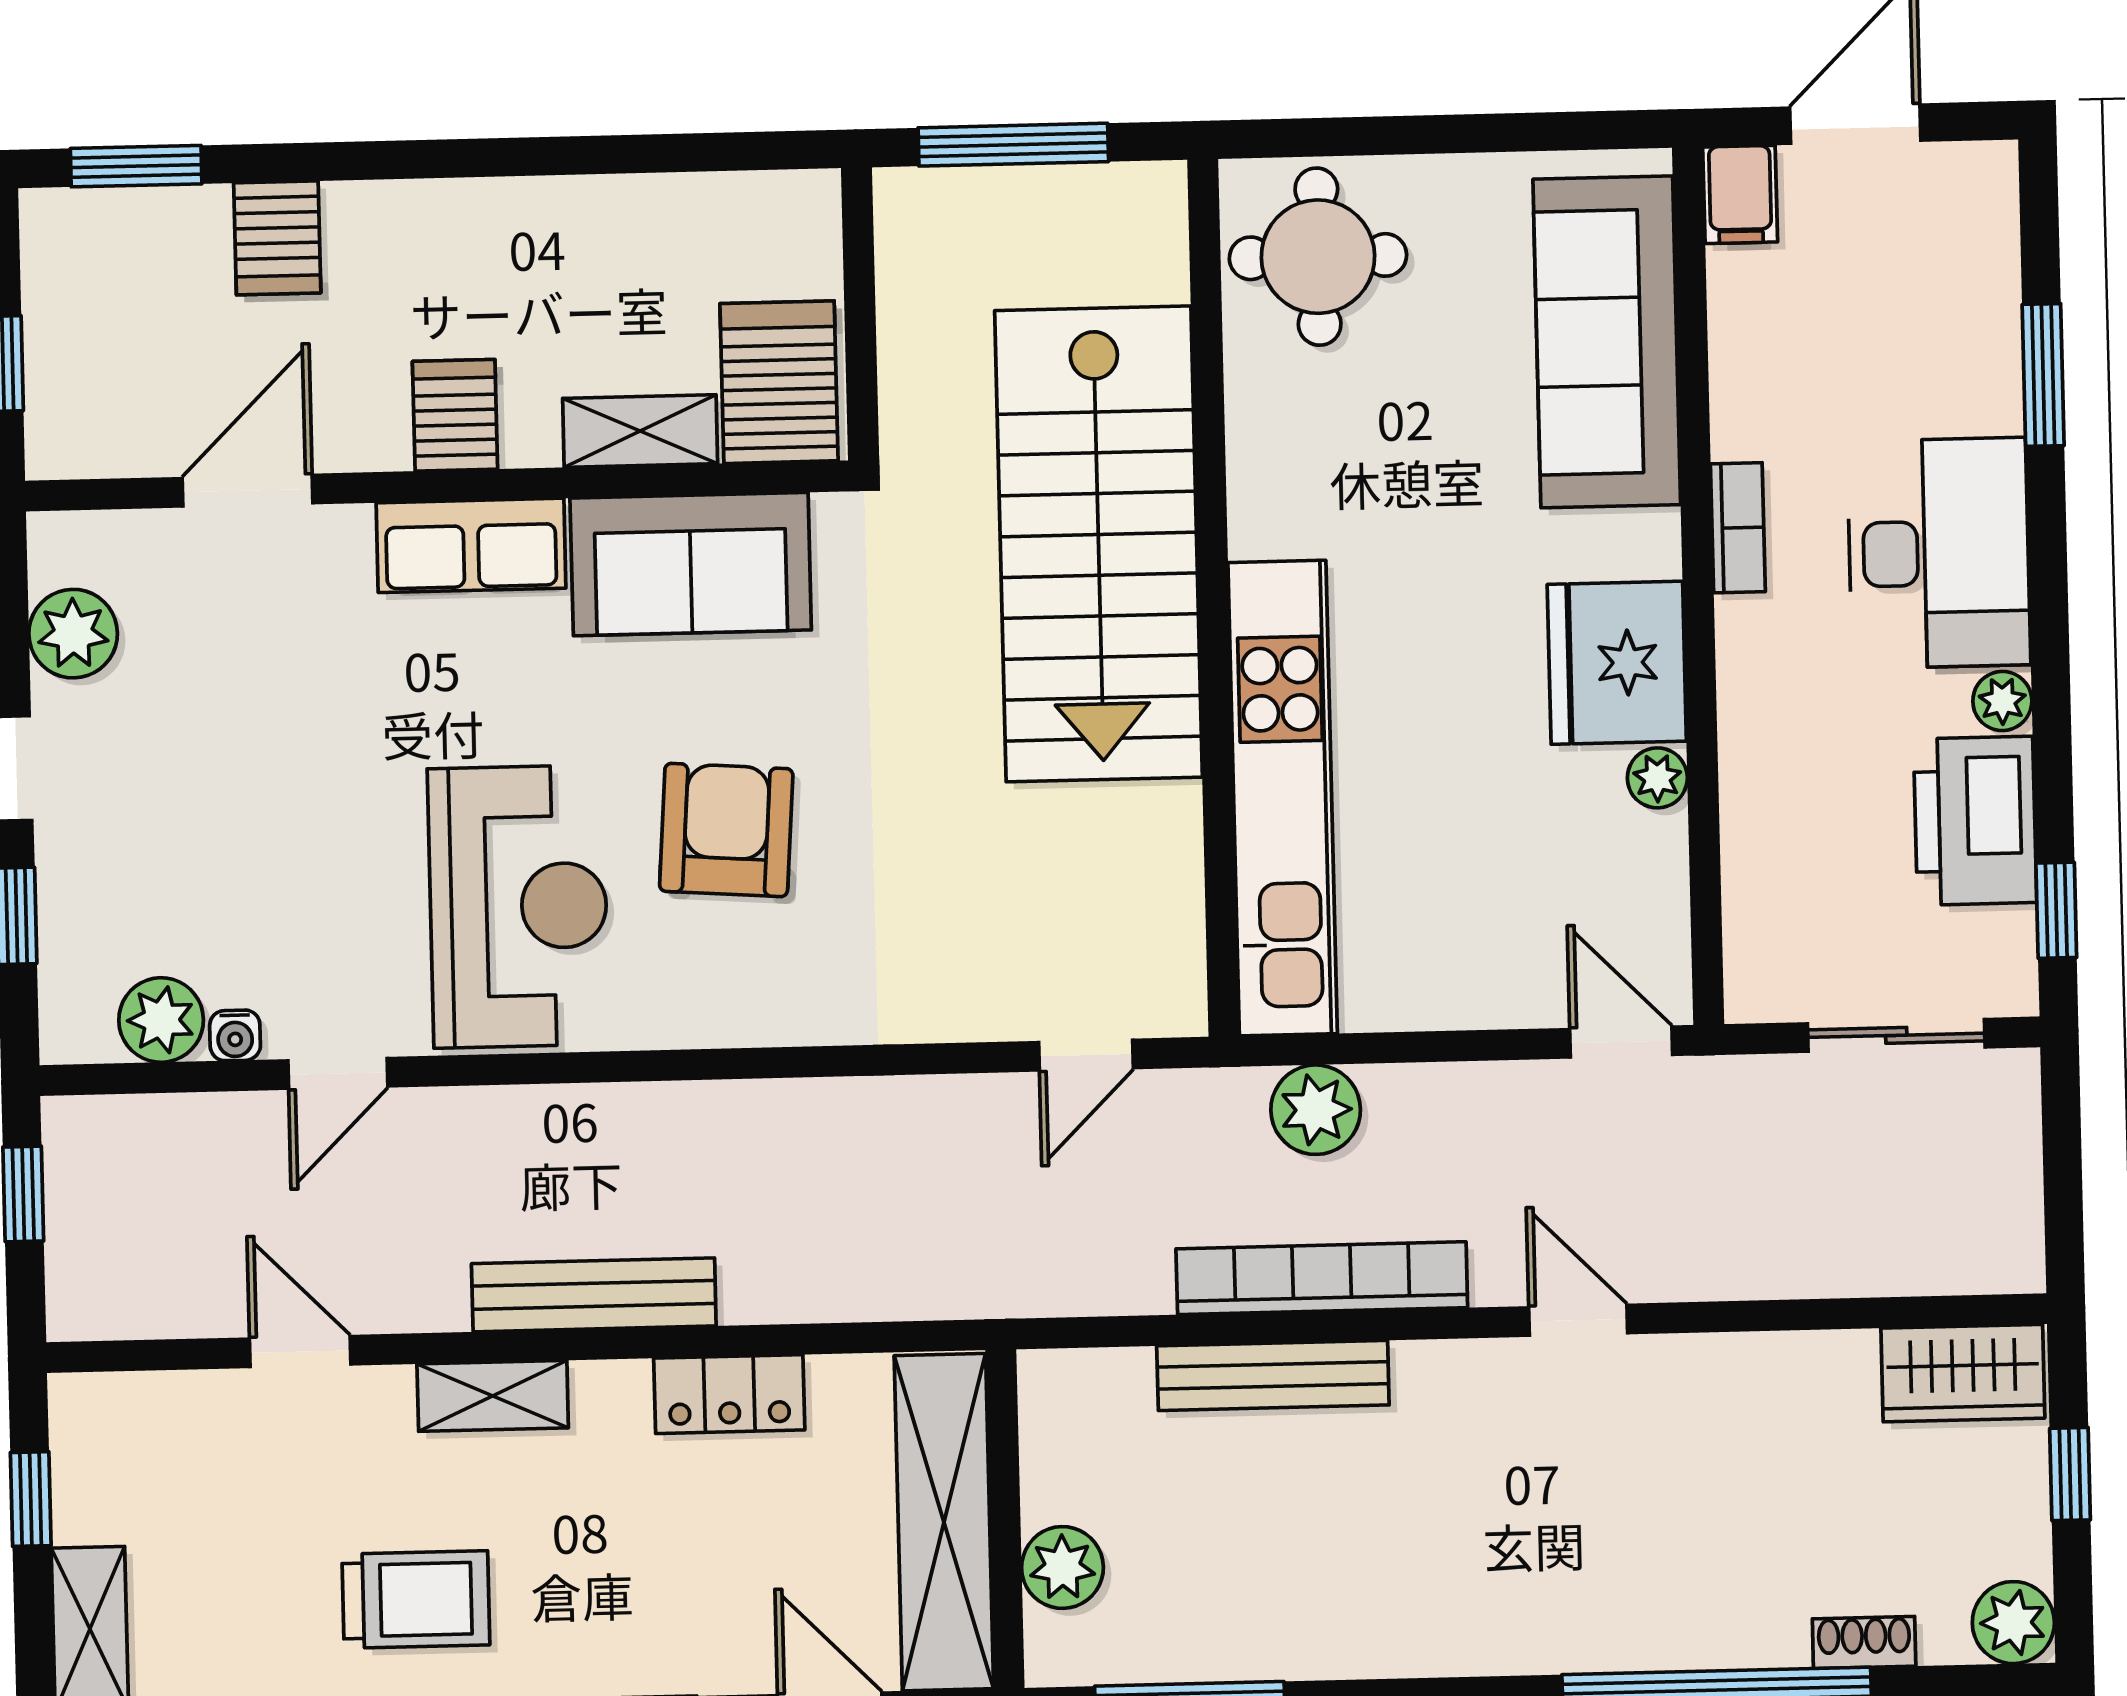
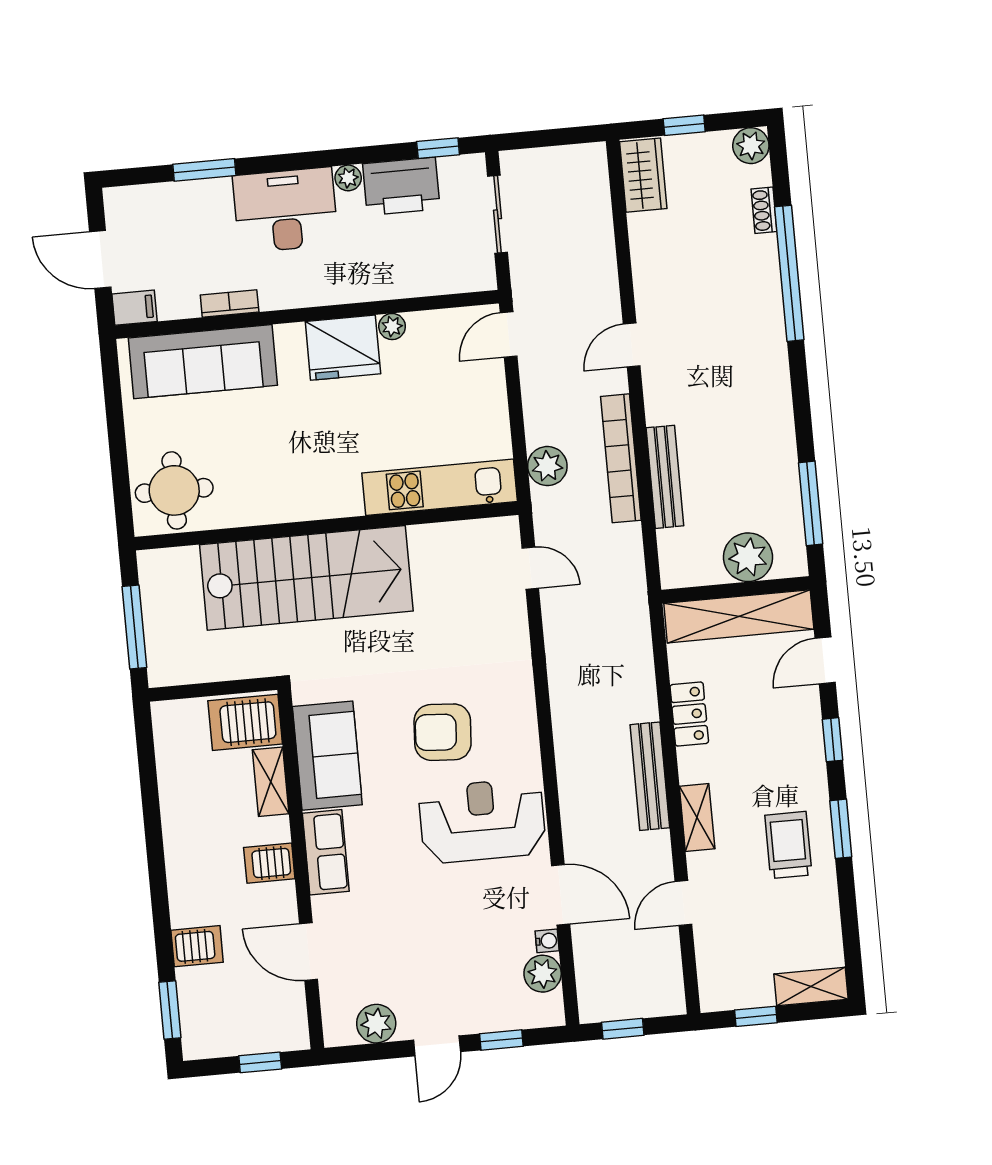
bookcase: (1738, 528) -> (230, 303), moved
kitchen unit: (1283, 798) -> (440, 487), width x0.73
door: (338, 1073) -> (561, 895), width x1.38
plant: (1062, 1567) -> (748, 557), width x1.36, depth x1.36

